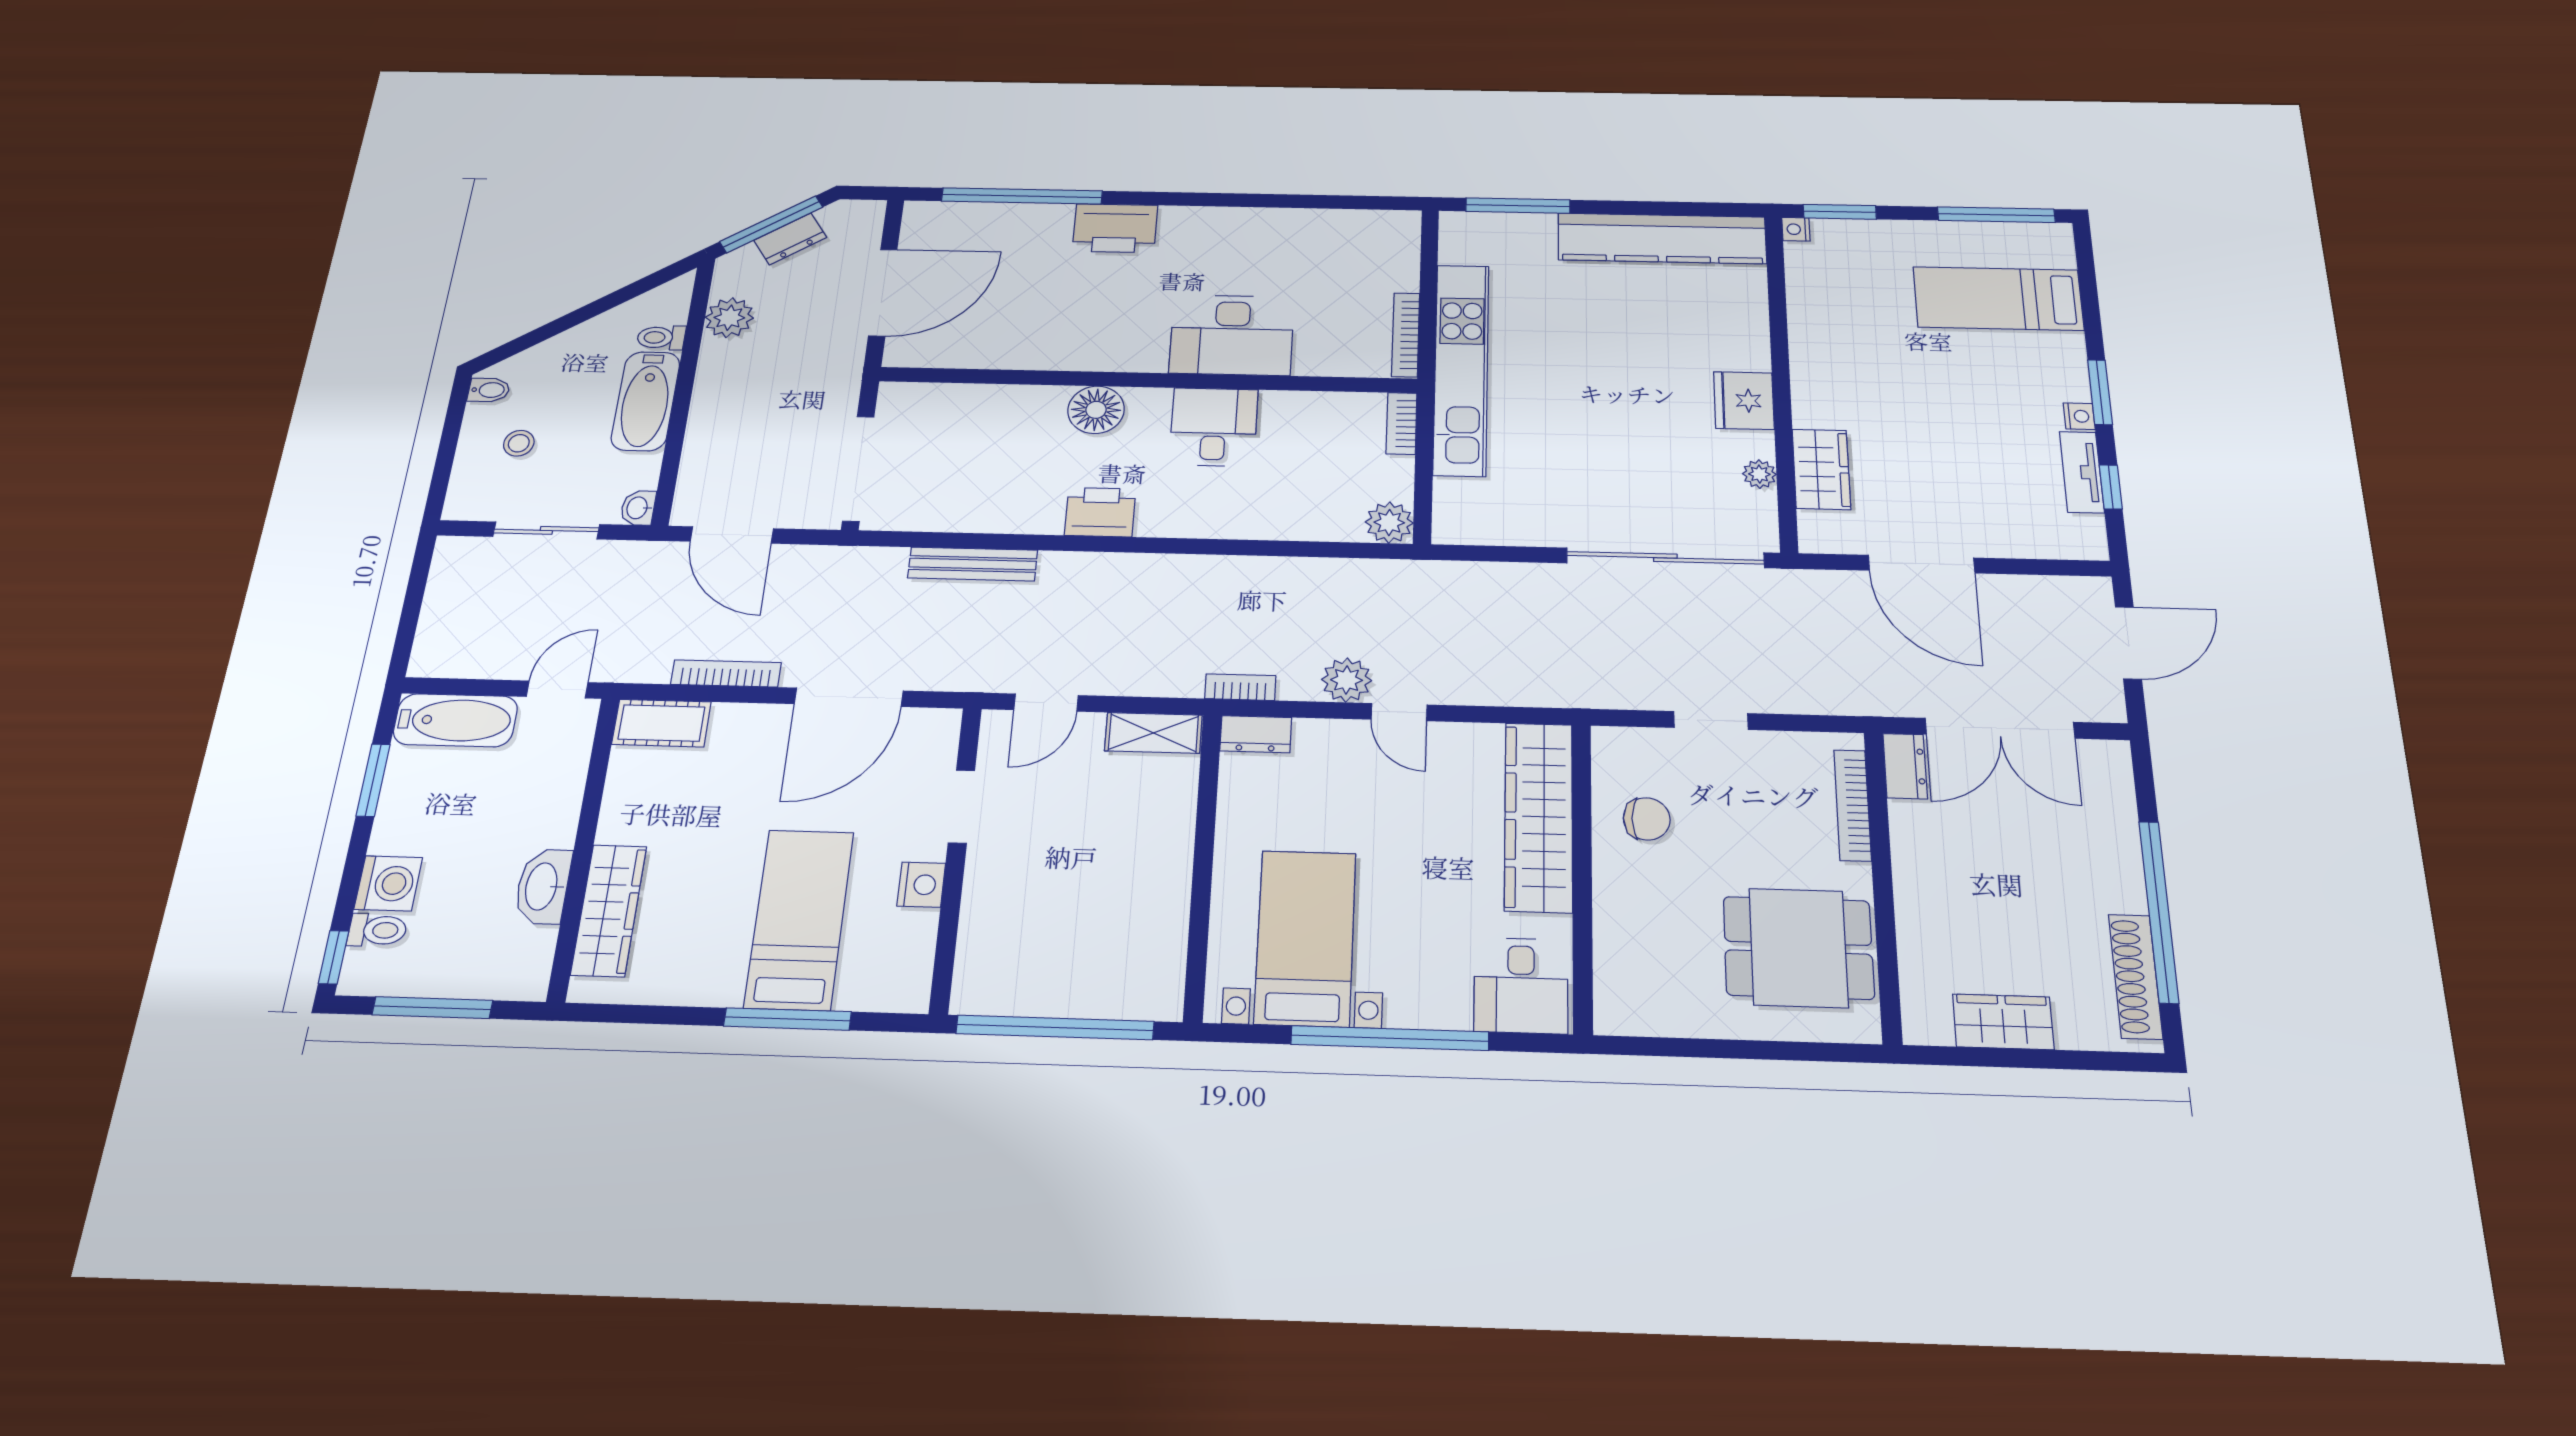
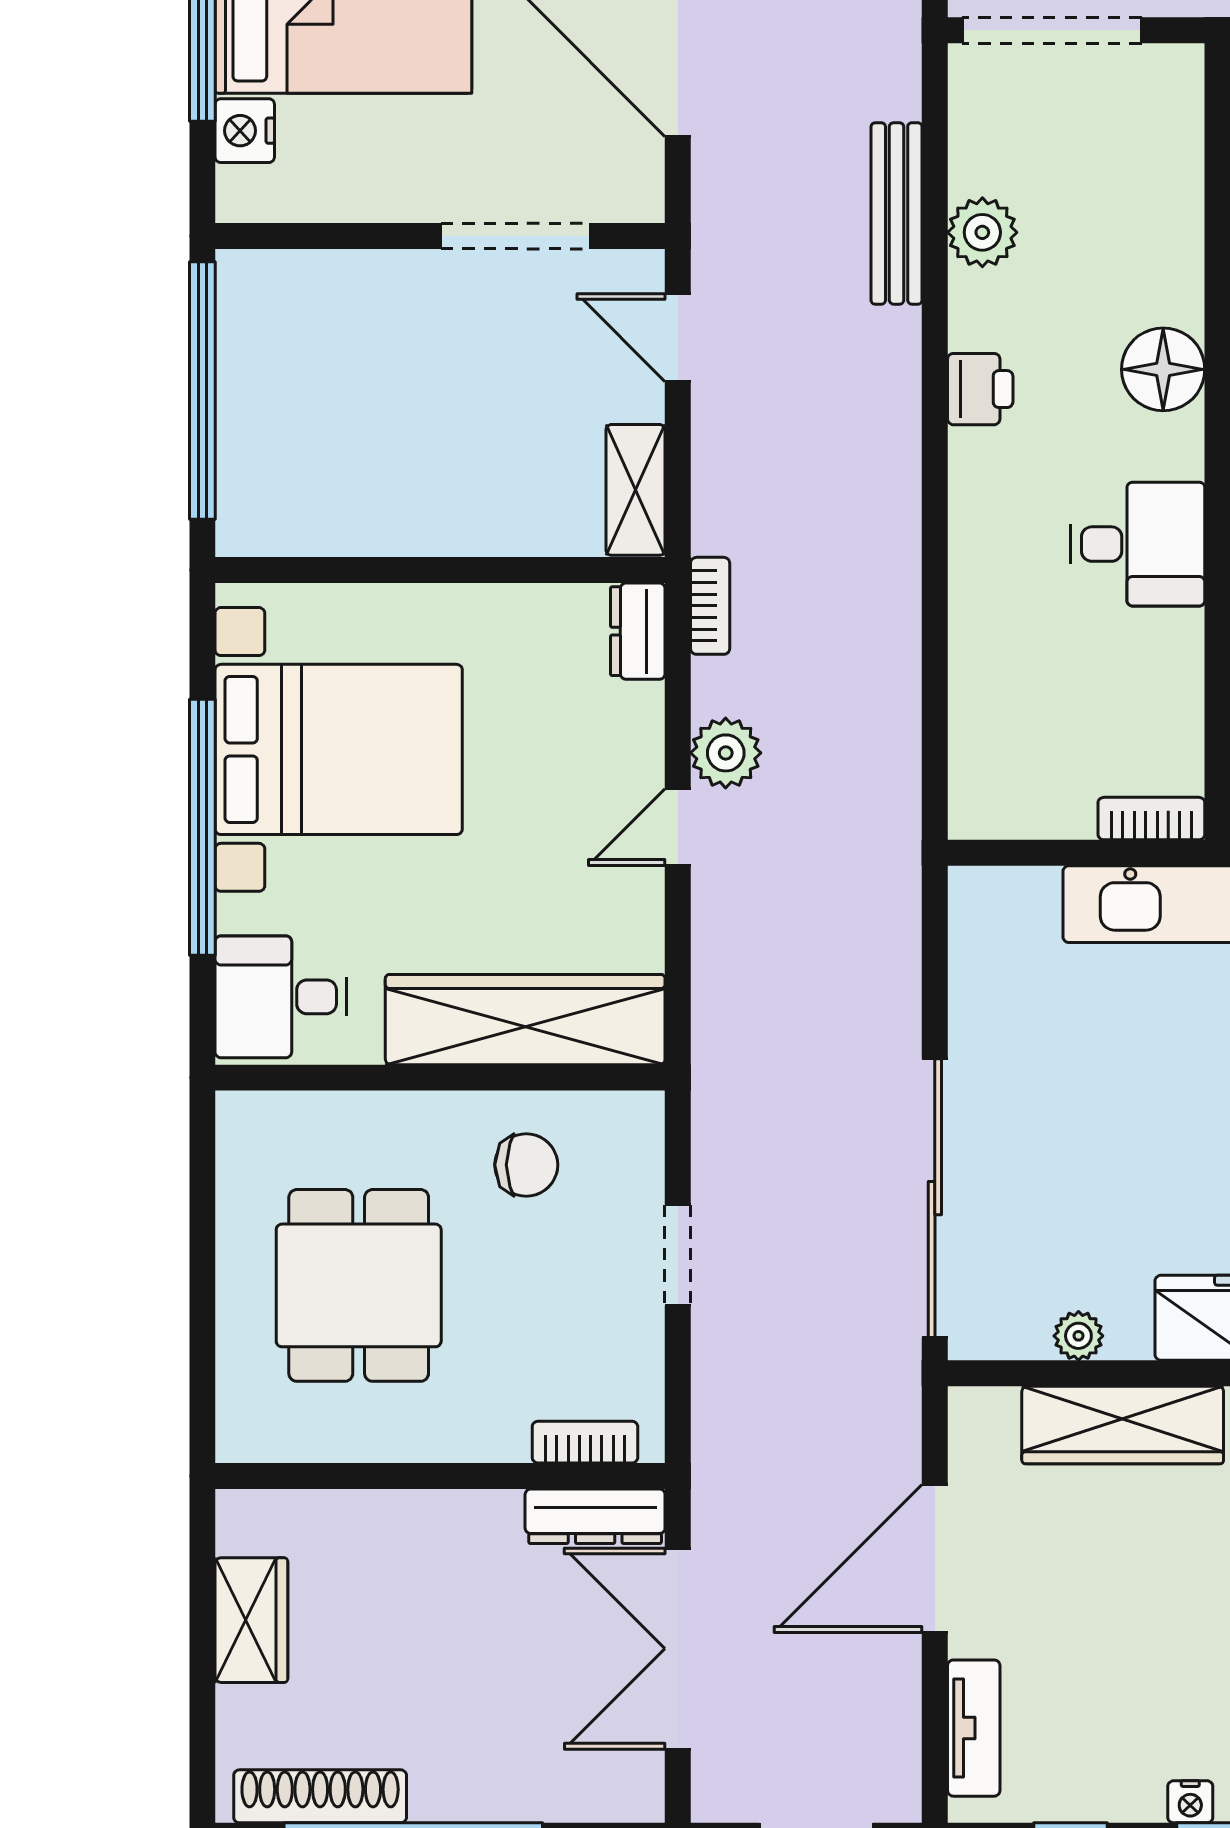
wardrobe: (1821, 469) -> (1123, 1425), width x1.50
tv unit: (2082, 472) -> (974, 1728), moved, turned 90
printer: (1100, 512) -> (980, 389), width x0.73, depth x0.81
plant: (1389, 522) -> (982, 232), moved
dresser: (1905, 766) -> (595, 1516), width x1.44
bookcase: (1853, 805) -> (585, 1442), width x0.64
doorway: (961, 806) -> (516, 236), width x1.38
chair: (1647, 819) -> (526, 1165), turned -90
nightstand: (921, 885) -> (245, 131), moved, turned 90
bed with nightstands: (1305, 938) -> (339, 749), width x1.36
dining table: (1798, 948) -> (359, 1285), moved

